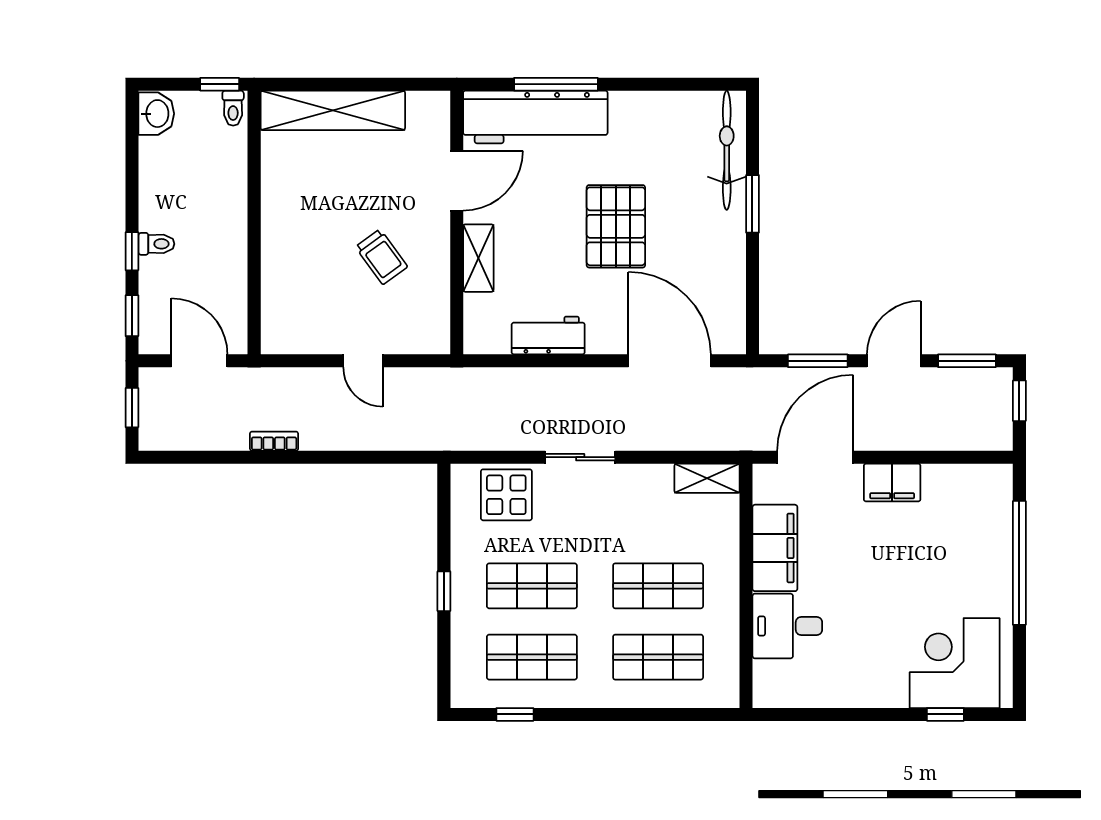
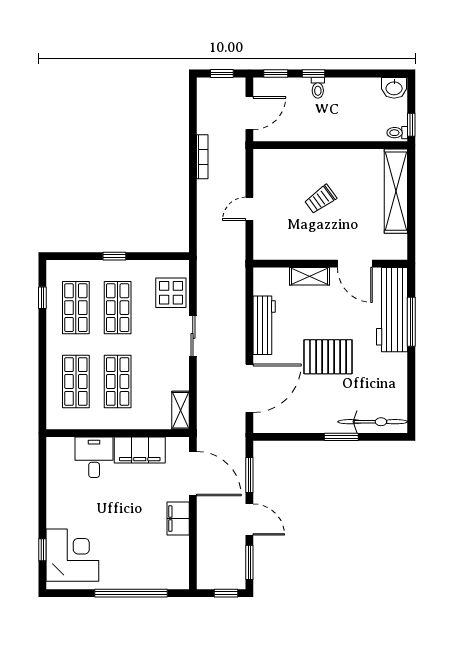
trolley: (381, 257) -> (320, 199), moved
workbench: (548, 335) -> (264, 325), width x1.38
bookcase: (274, 441) -> (202, 157), width x1.56

